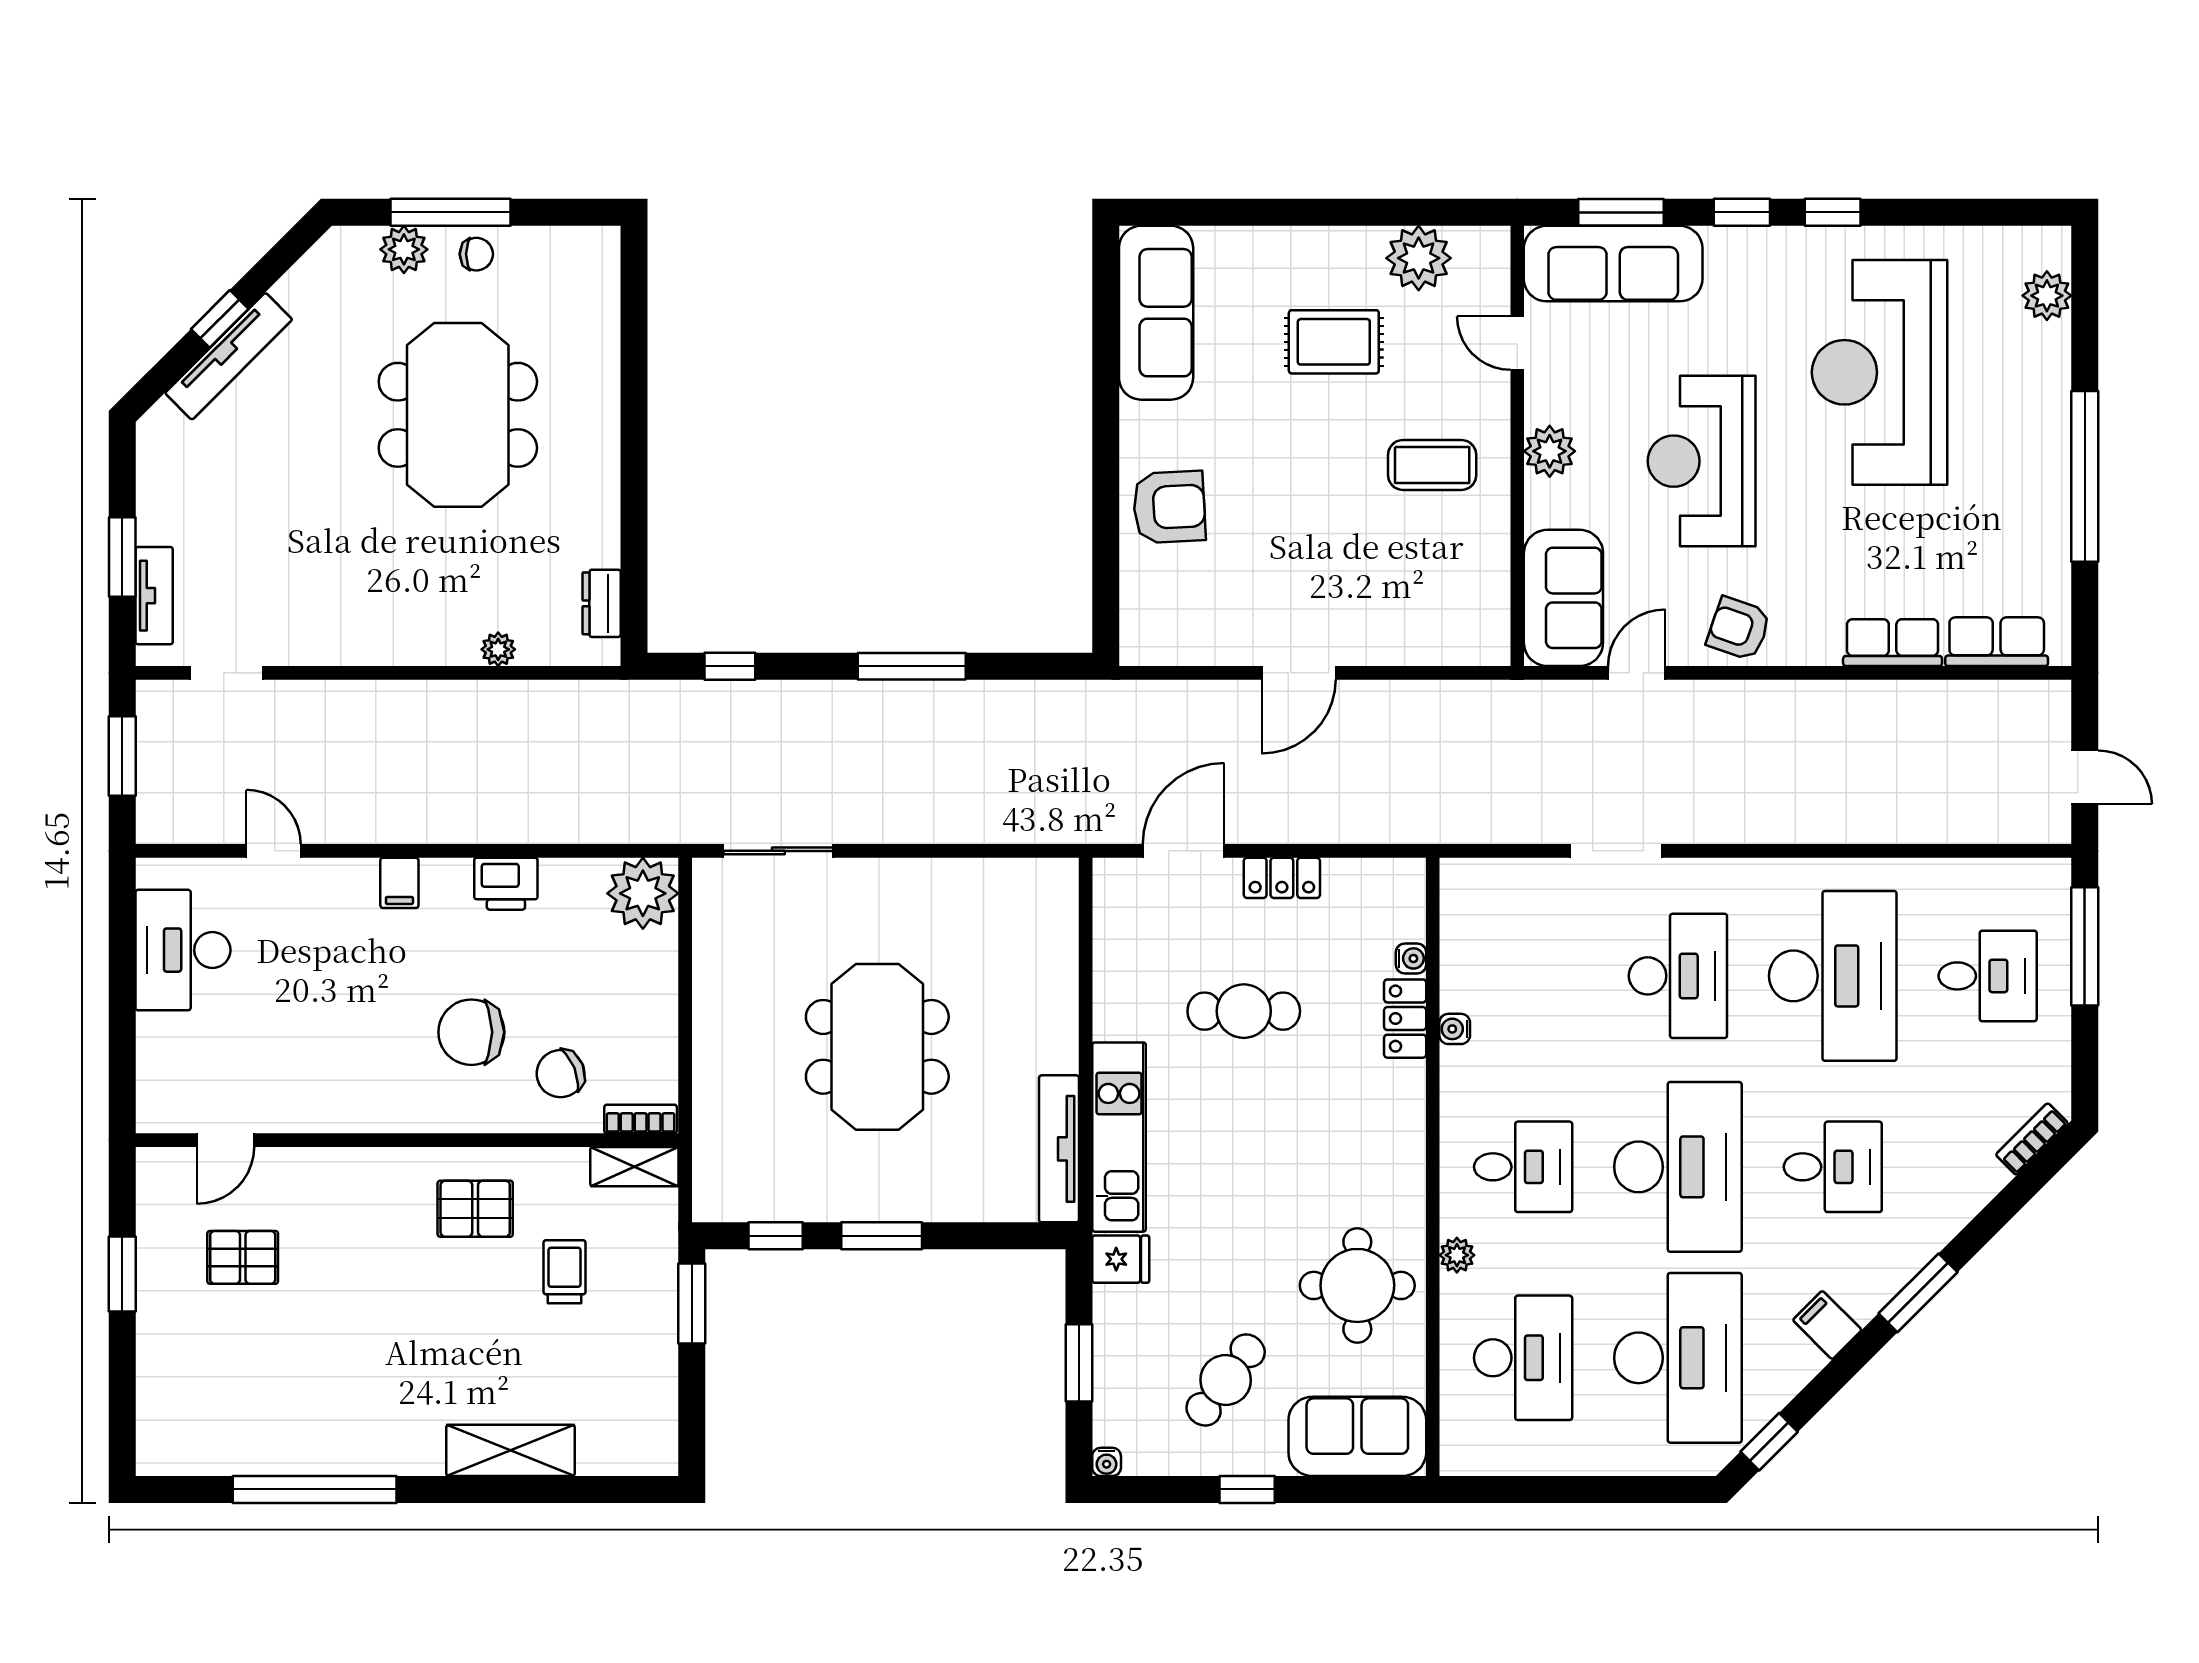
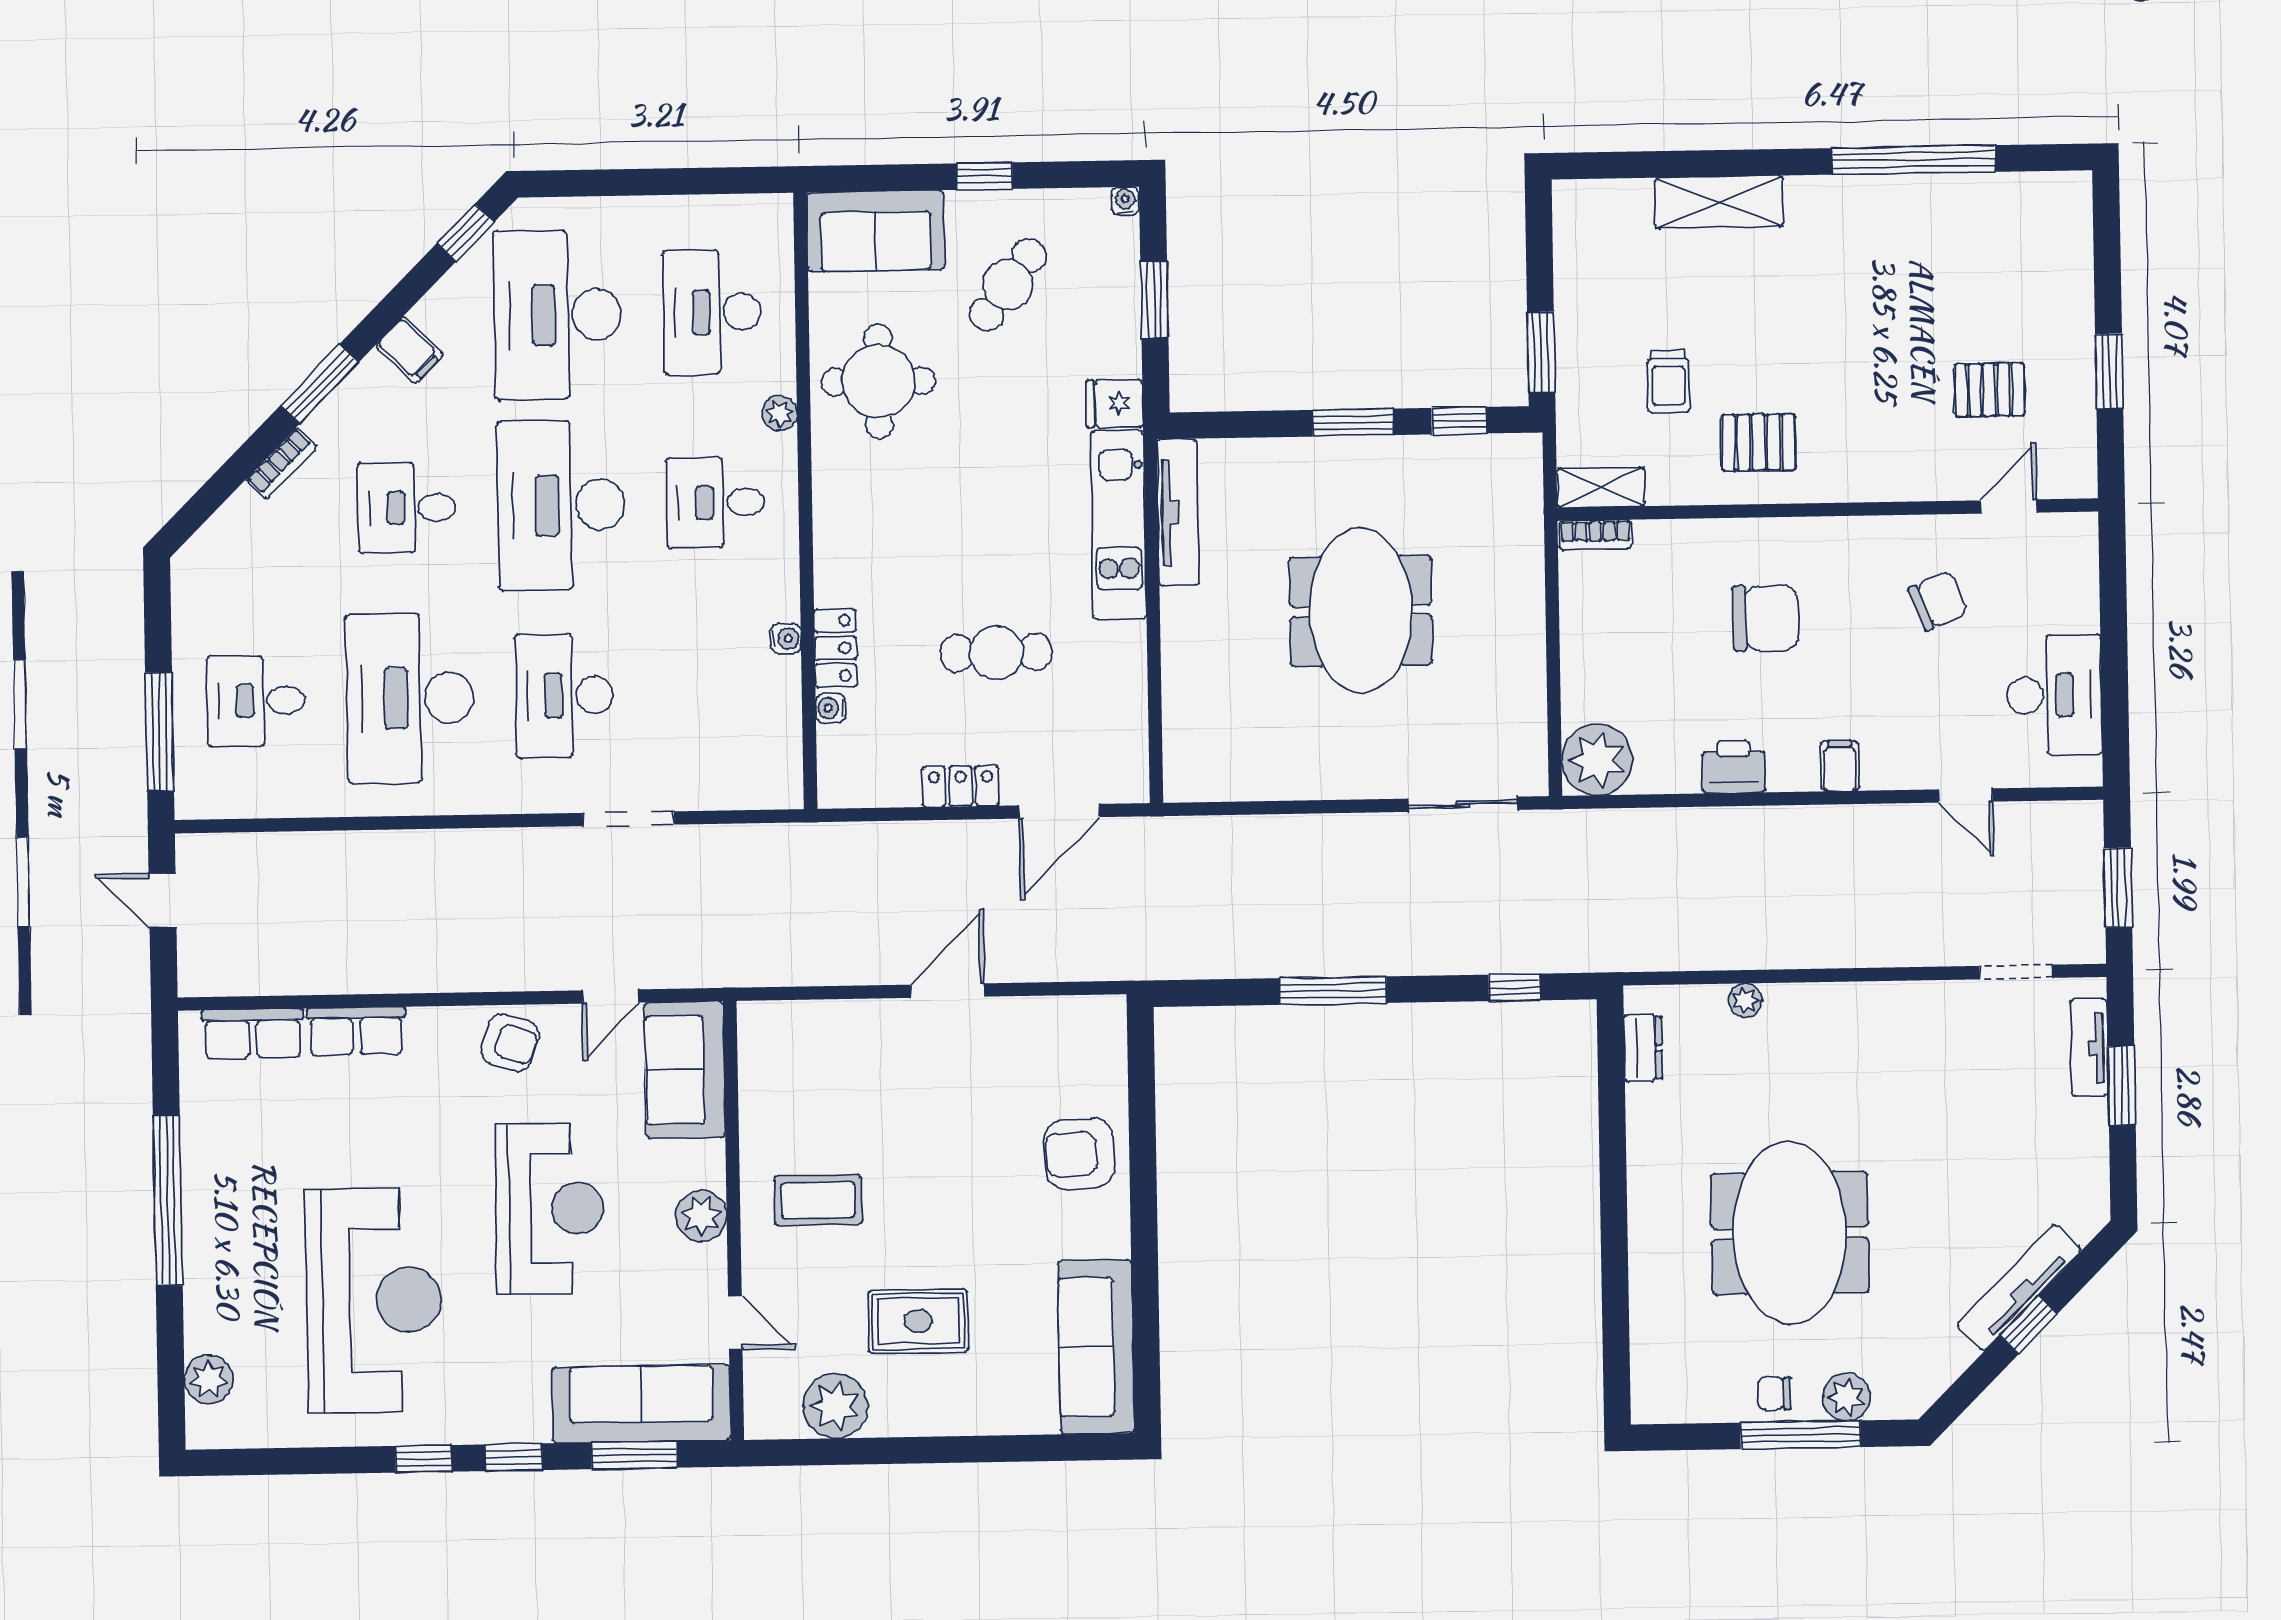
chair: (561, 1074) -> (1938, 601), moved
bookcase: (2032, 1139) -> (282, 463), moved

